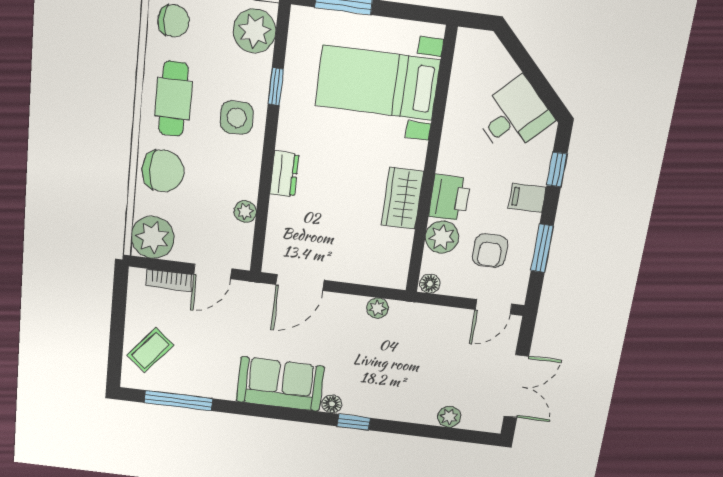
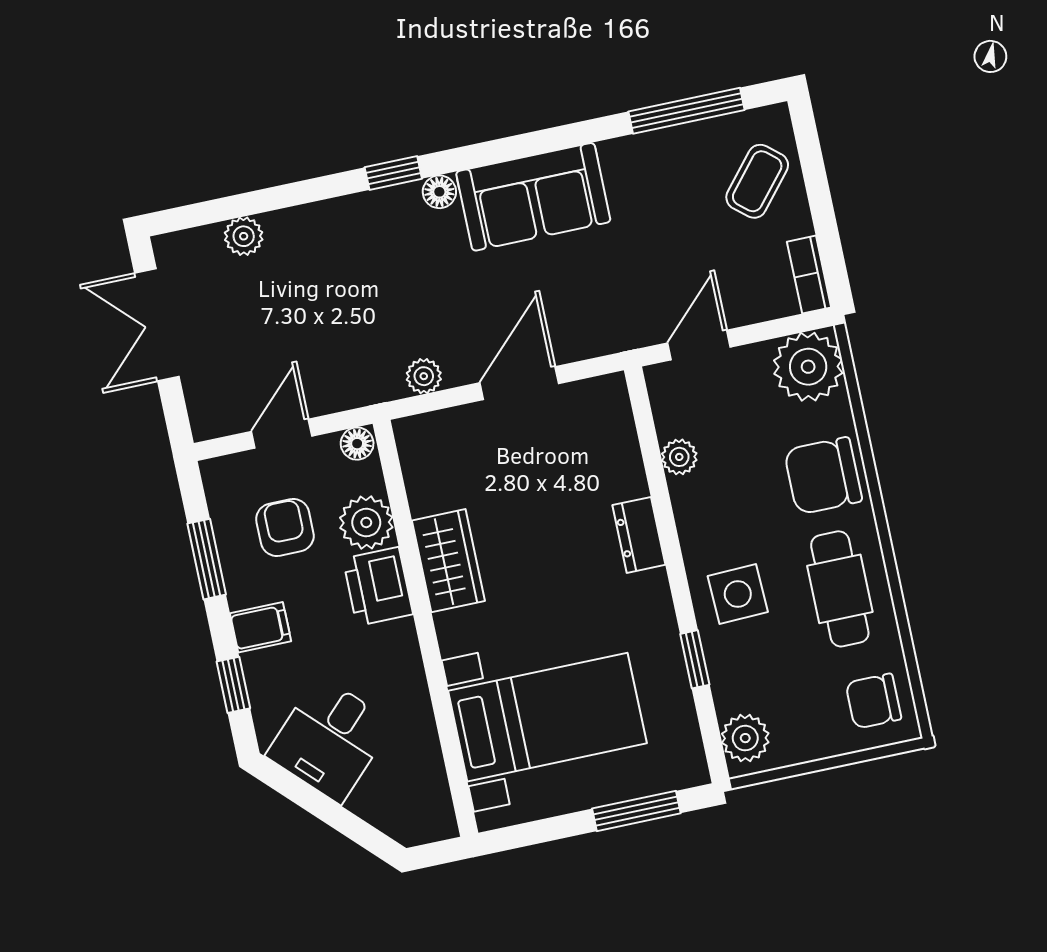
plant: (254, 31) -> (745, 738), width x0.73, depth x0.73
bookcase: (169, 280) -> (809, 275), moved, turned -90
door: (300, 282) -> (519, 383), moved
door: (494, 307) -> (282, 434), moved

